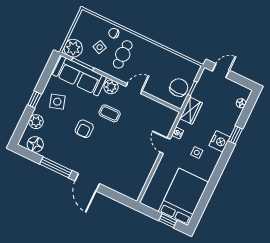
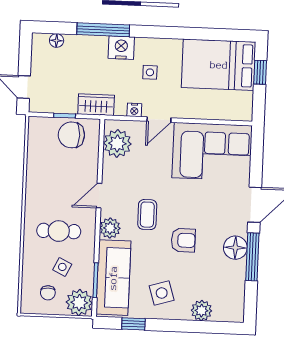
chair: (114, 33) -> (48, 293), moved
door: (134, 89) -> (99, 196), hinge flipped
window: (35, 99) -> (133, 324), moved
plant: (161, 114) -> (117, 143), added
window: (235, 135) -> (103, 30), width x2.17
floor lamp: (35, 144) -> (235, 248), moved
corner sofa: (131, 170) -> (212, 152), added

